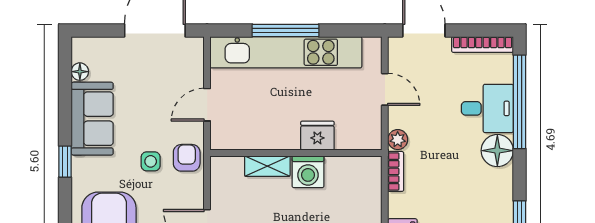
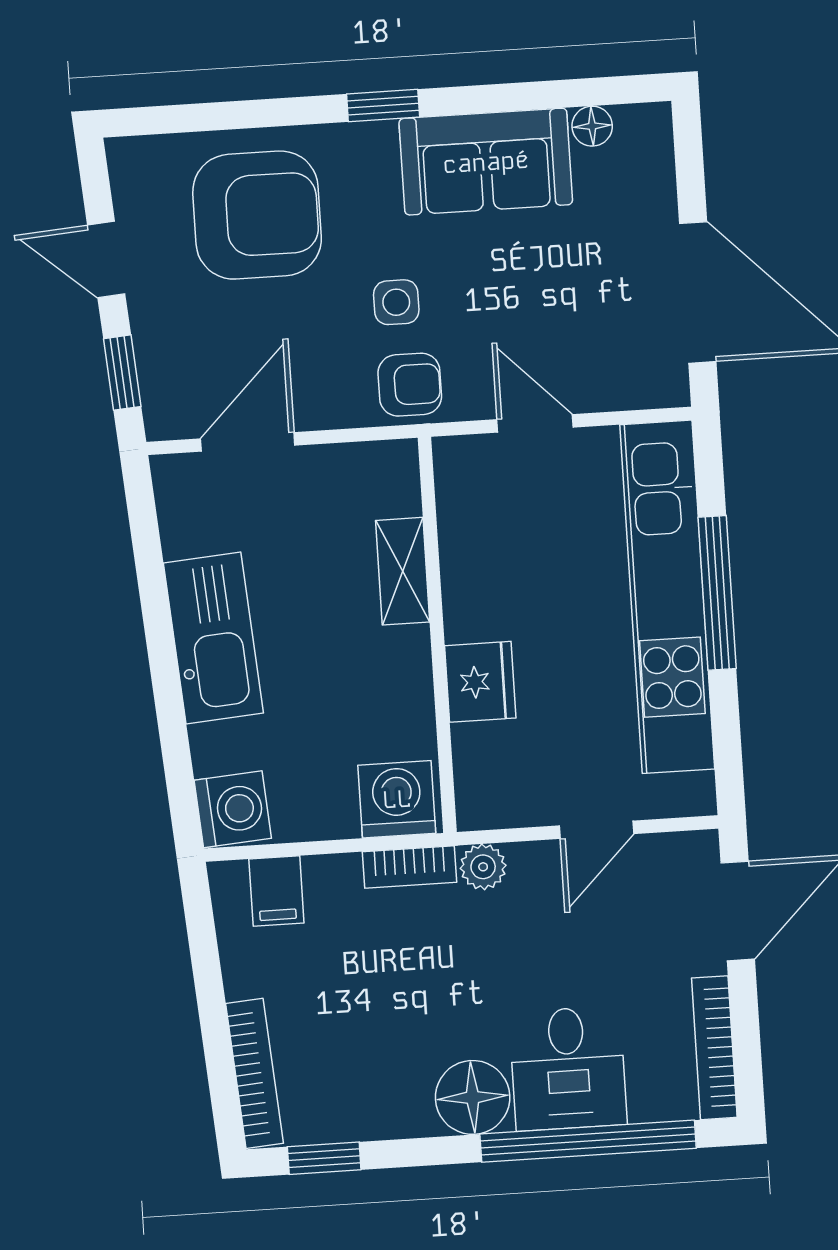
washing machine: (308, 172) -> (397, 799), moved, turned 90

